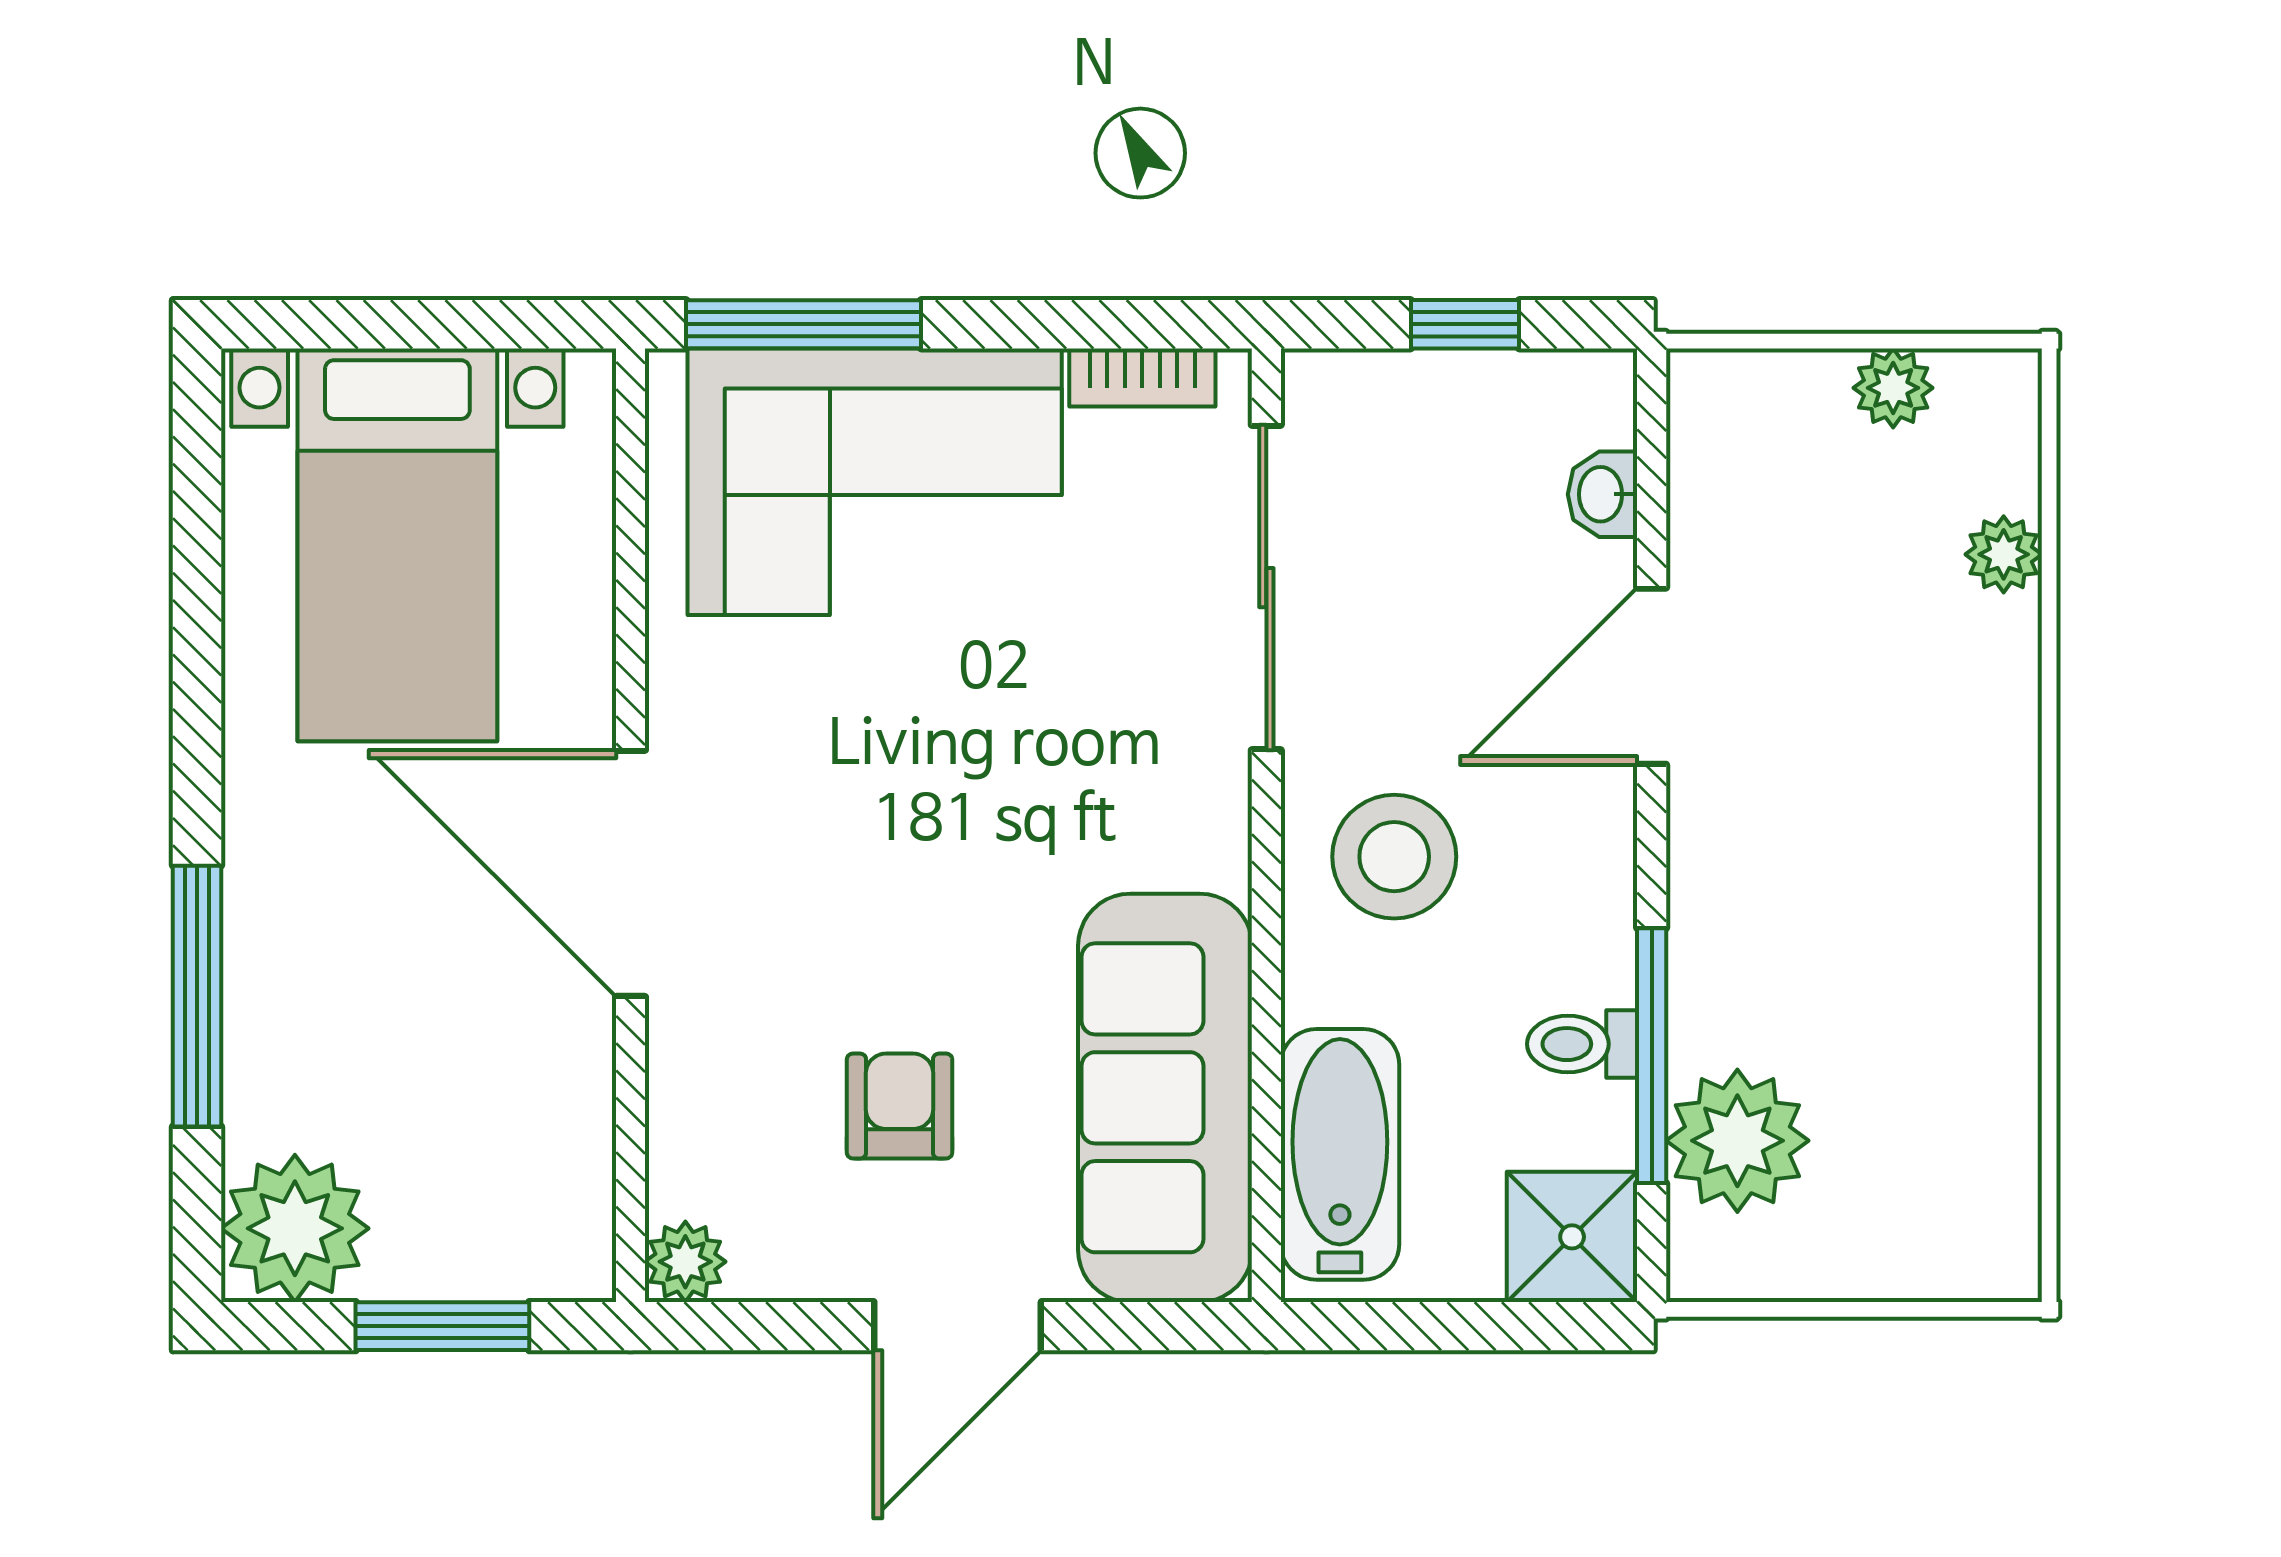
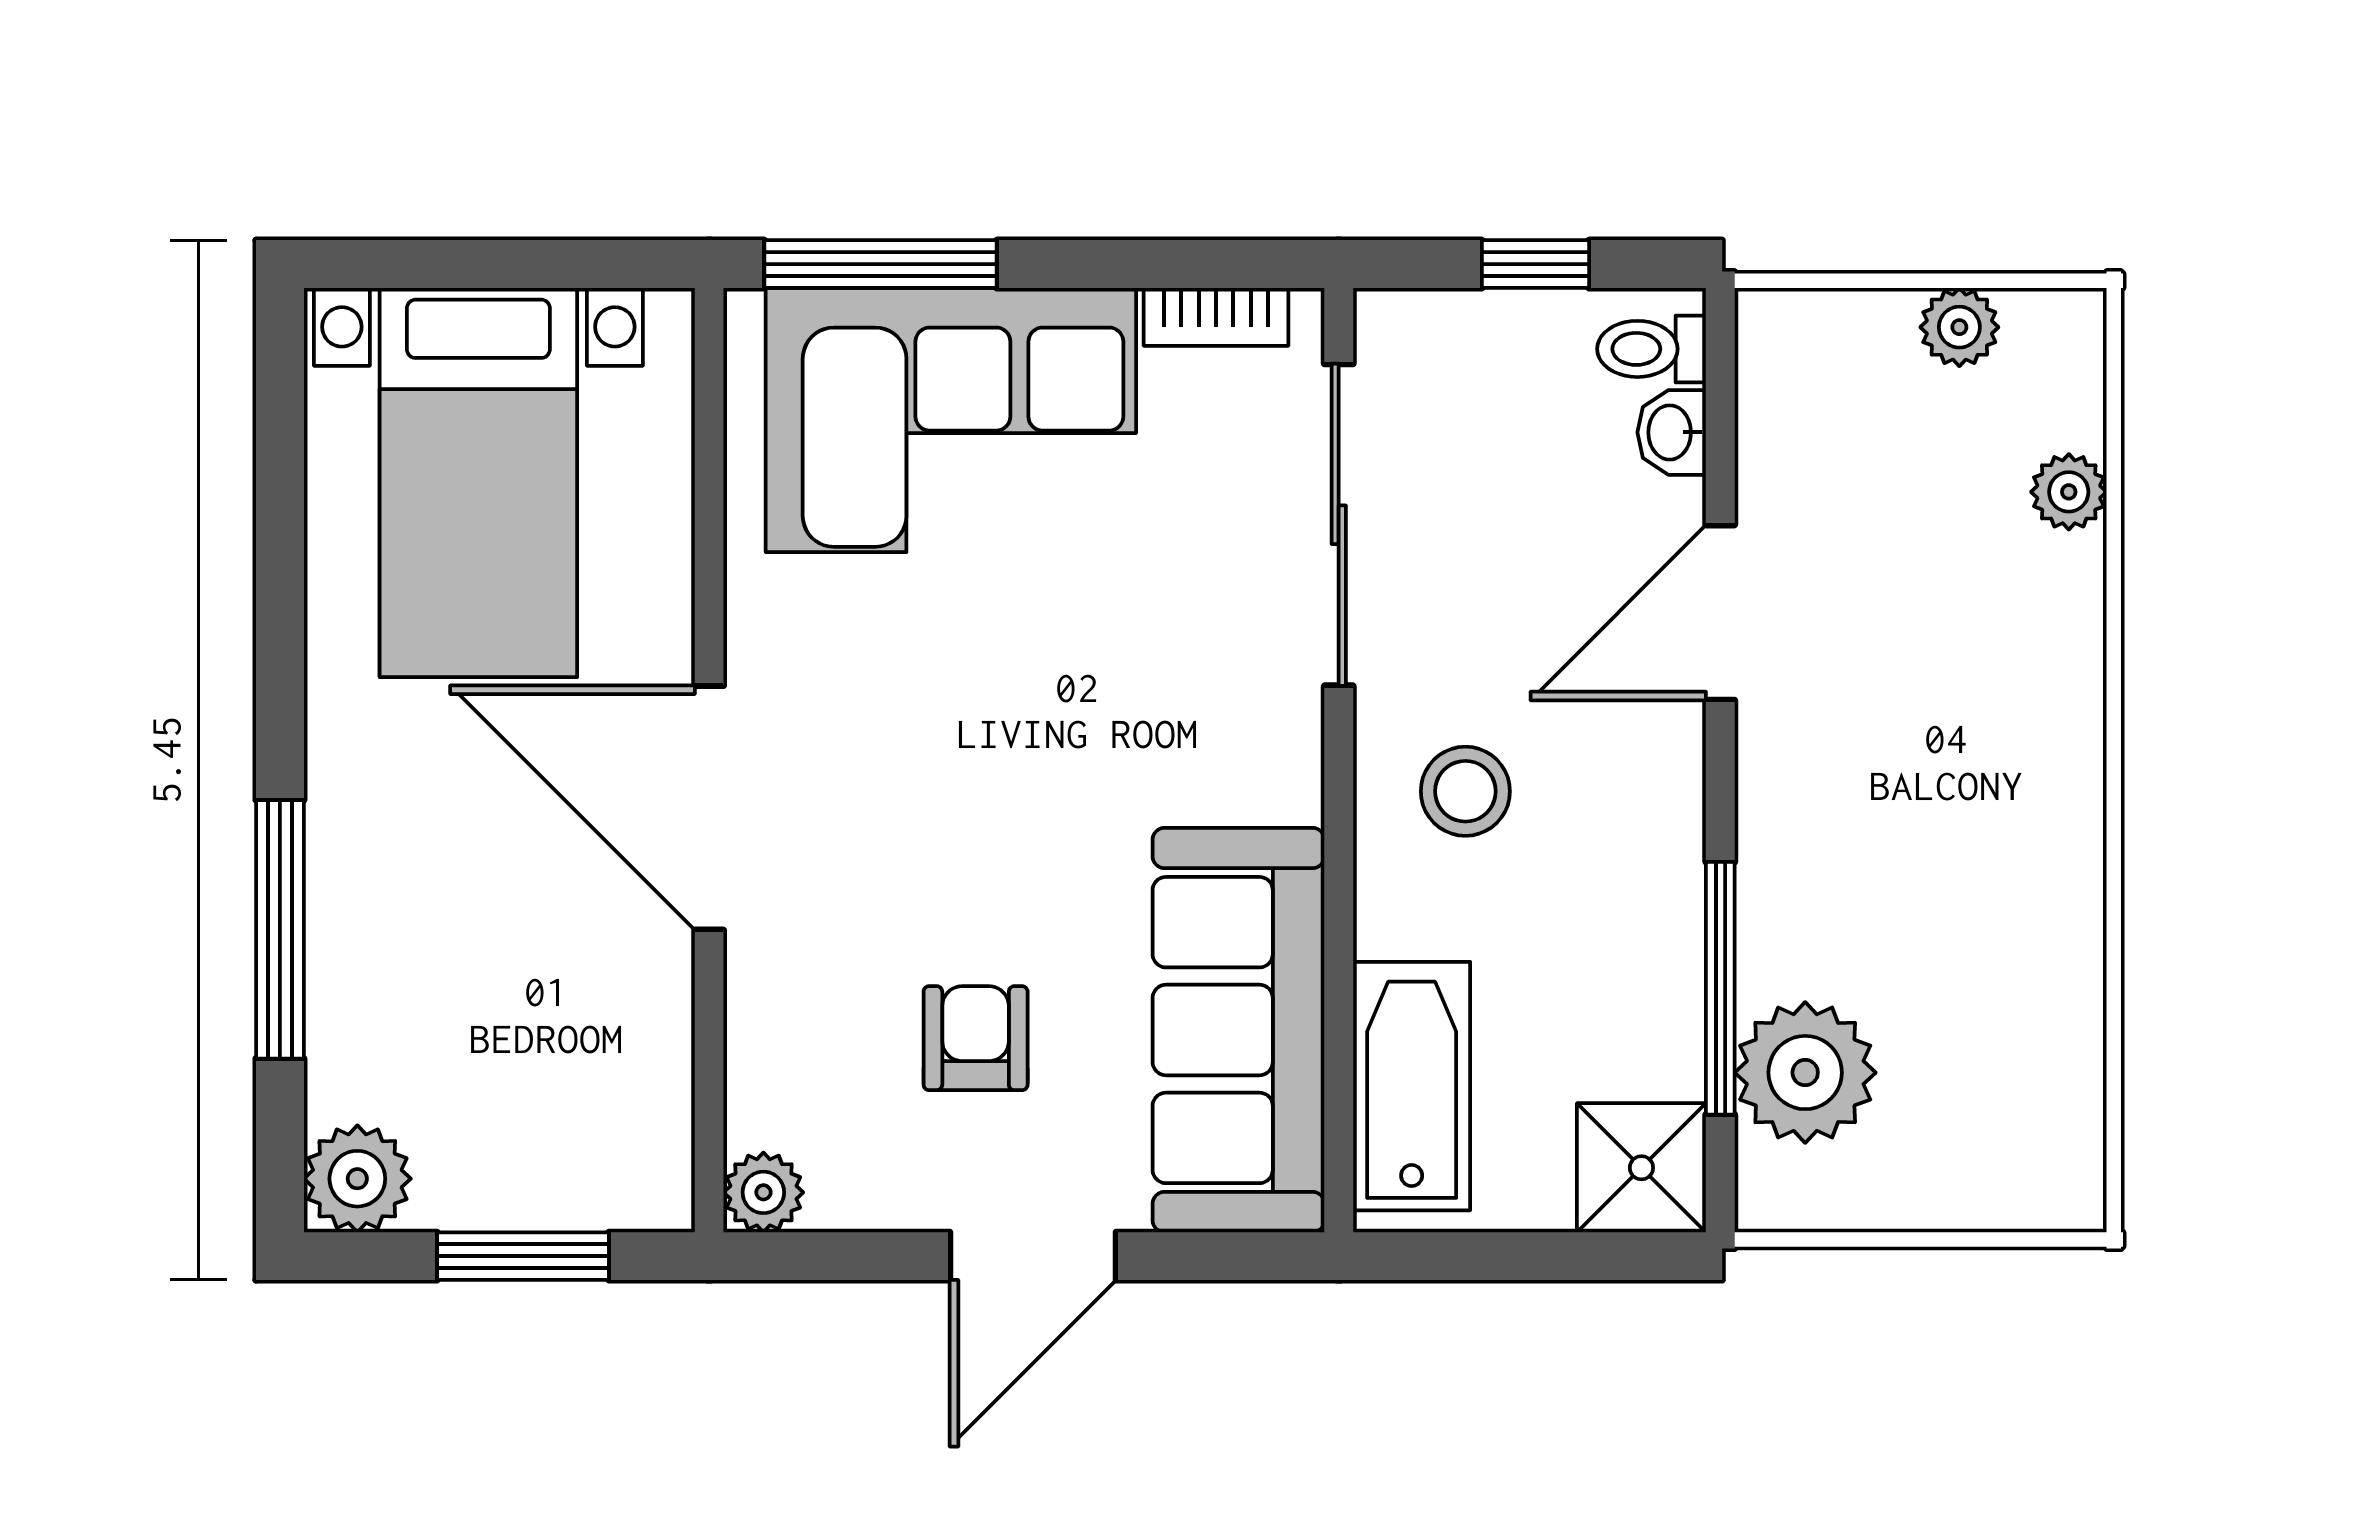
stool: (1394, 857) -> (1465, 791), width x0.73, depth x0.73
toilet: (1582, 1044) -> (1652, 349), moved
plant: (295, 1228) -> (357, 1179), width x0.73, depth x0.73

